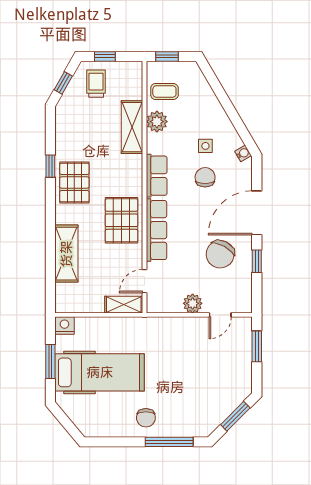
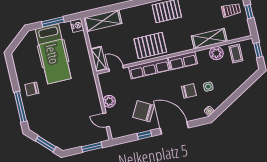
shelving: (66, 254) -> (103, 21), moved

